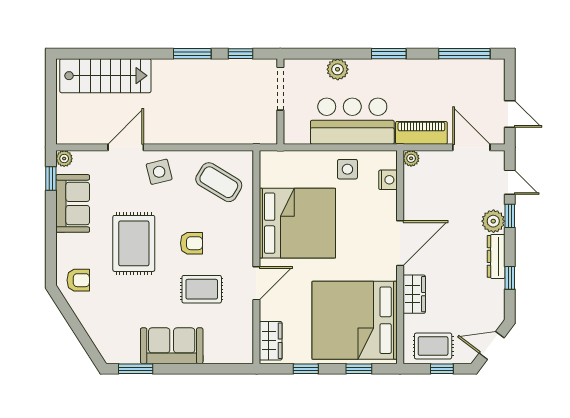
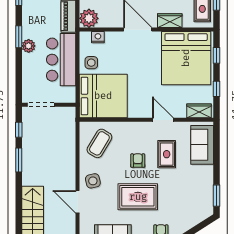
plant: (338, 69) -> (29, 46), moved
plant: (411, 158) -> (89, 18), width x1.88, depth x1.88
bed: (297, 223) -> (103, 96), moved, turned 90
sofa: (172, 346) -> (202, 145), moved

